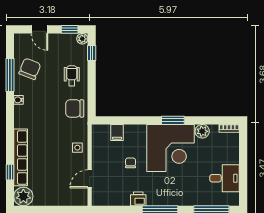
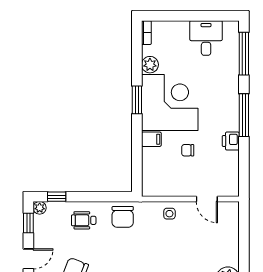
filing cabinet: (117, 132) -> (151, 139), moved

